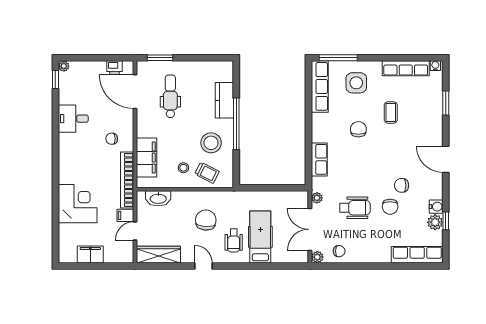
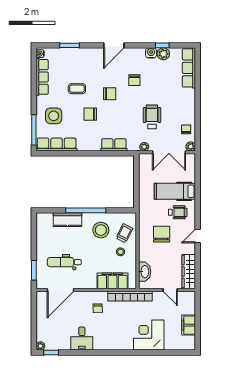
printer: (115, 68) -> (42, 306), removed
chair: (390, 207) -> (110, 94), moved
filing cabinet: (125, 215) -> (158, 298), removed
chair: (206, 220) -> (162, 234), turned 85

